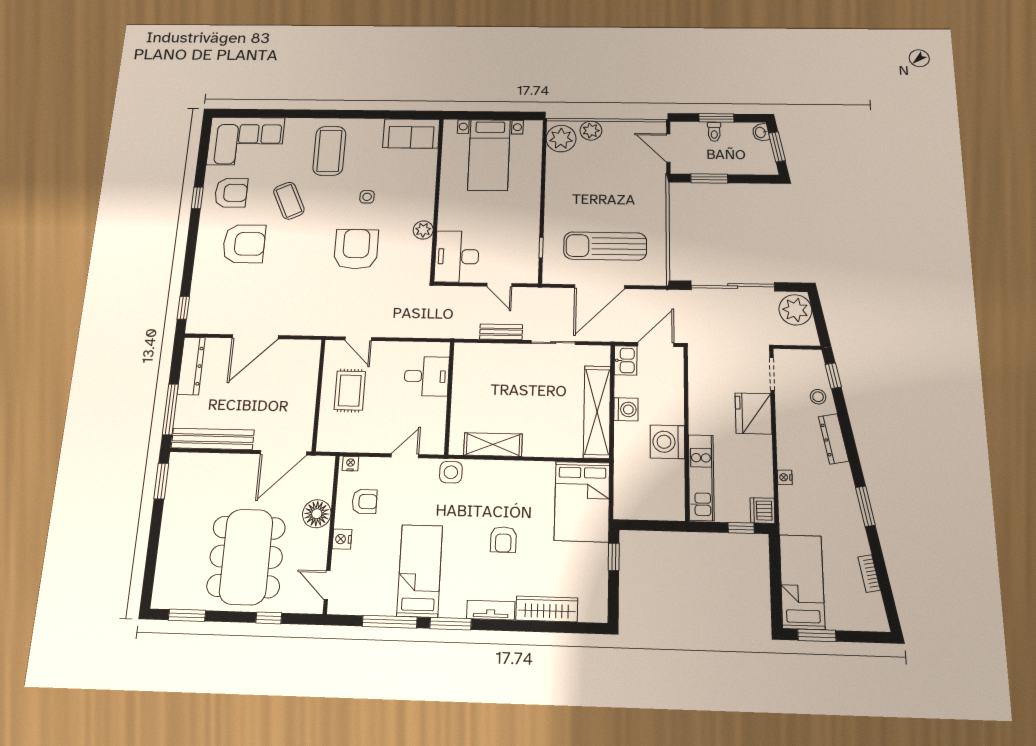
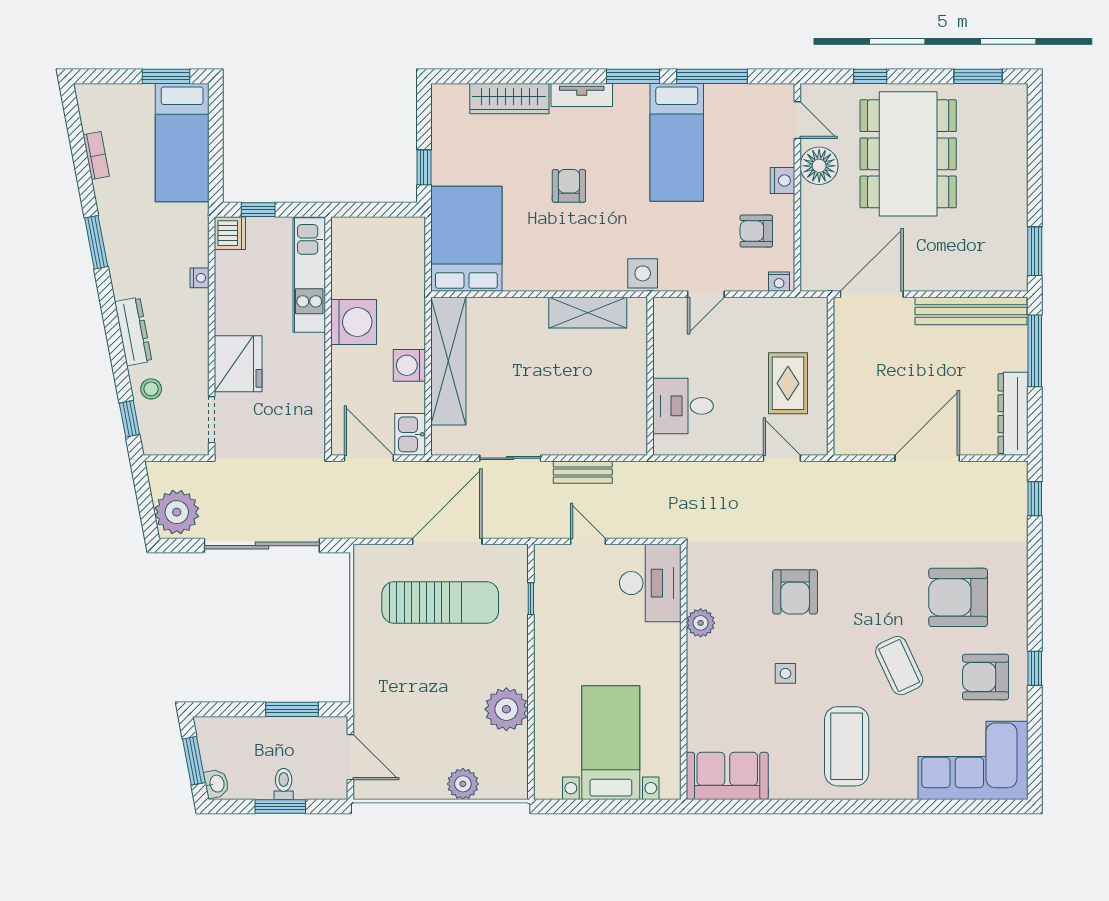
plant: (561, 139) -> (506, 709), moved
armchair: (356, 249) -> (795, 592), width x0.73, depth x0.73
door: (656, 345) -> (369, 458), swing flipped
floor lamp: (317, 514) -> (819, 166), moved

